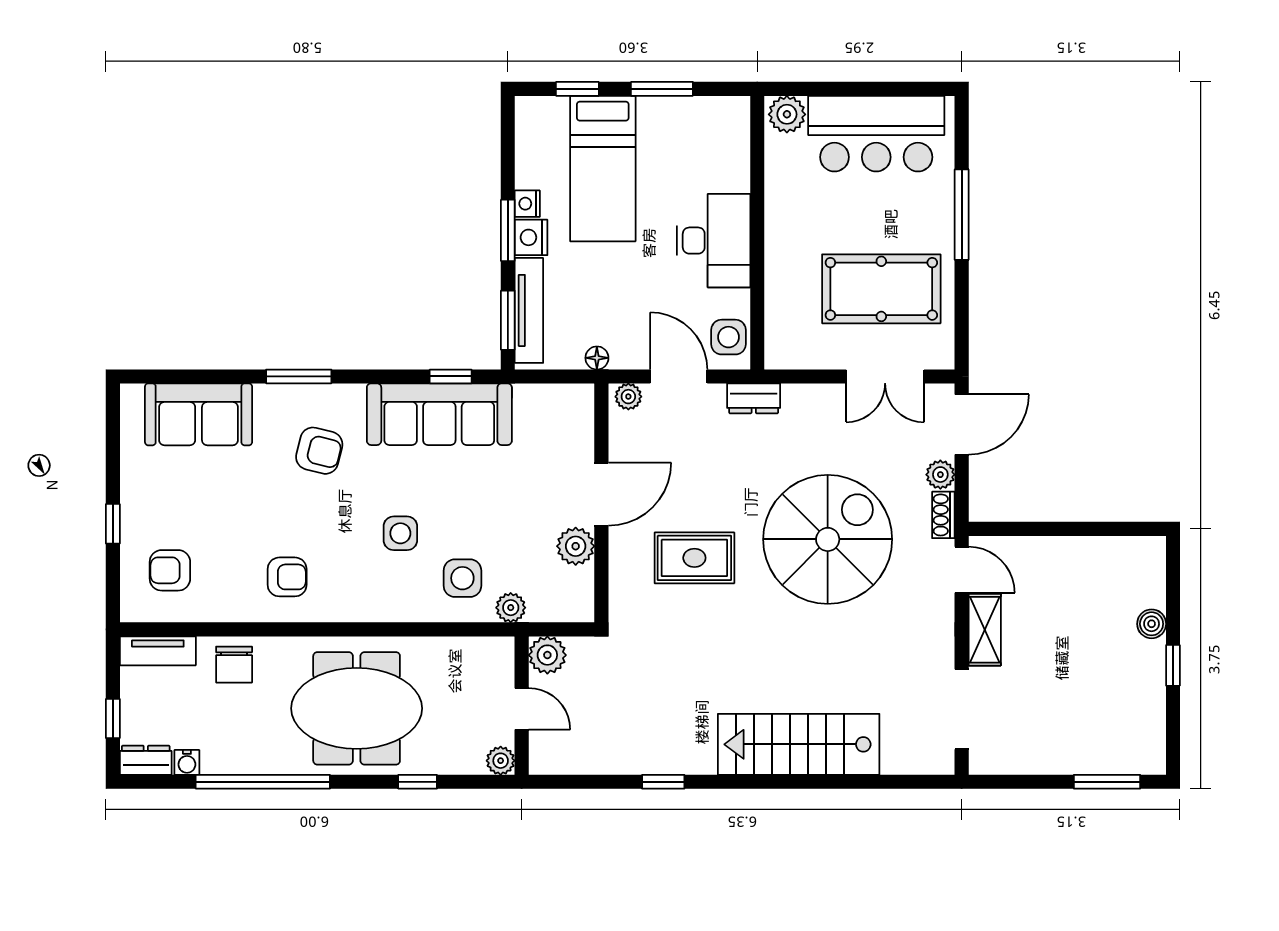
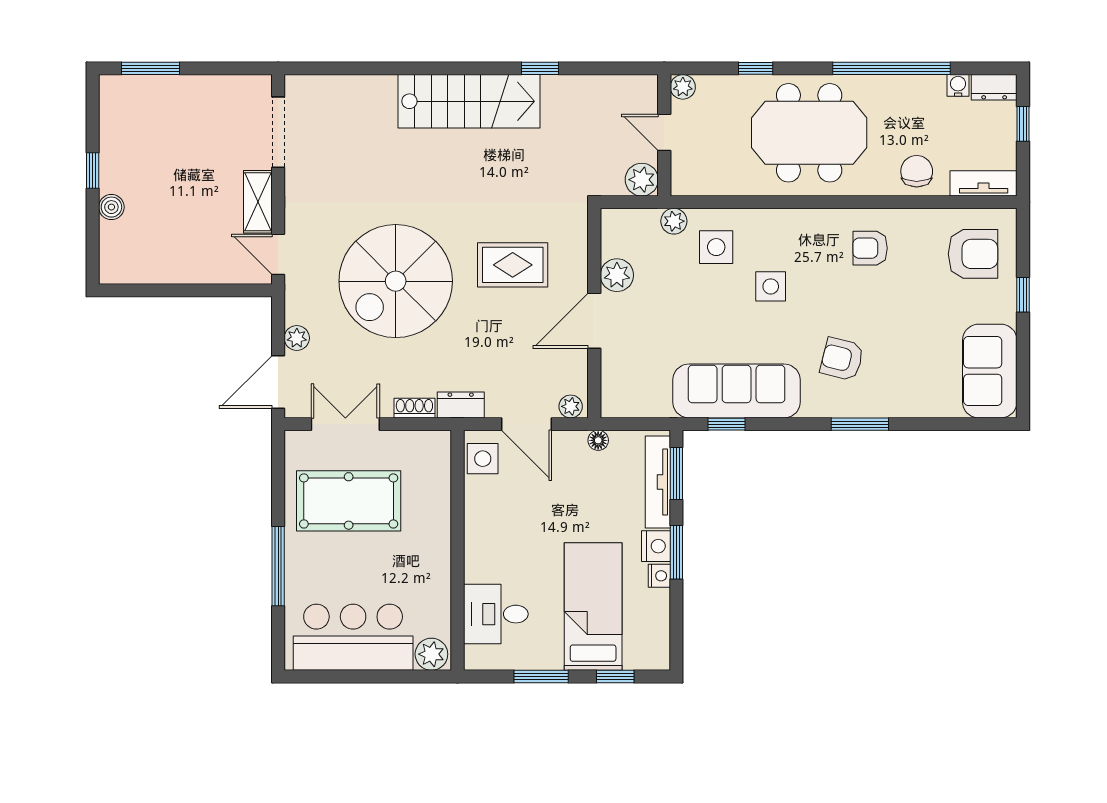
desk: (714, 241) -> (496, 614), moved, width x0.73
sofa: (199, 414) -> (990, 371), moved, turned -90
shoe rack: (943, 515) -> (414, 408), moved, turned -90
armchair: (170, 570) -> (973, 254), width x1.38, depth x1.38
stairs: (799, 744) -> (469, 101), moved

